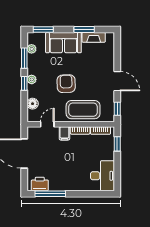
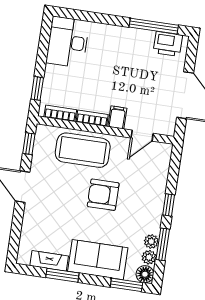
plant: (32, 79) -> (151, 241), moved
armchair: (66, 84) -> (103, 195), turned 92
floor lamp: (33, 104) -> (145, 274), moved

